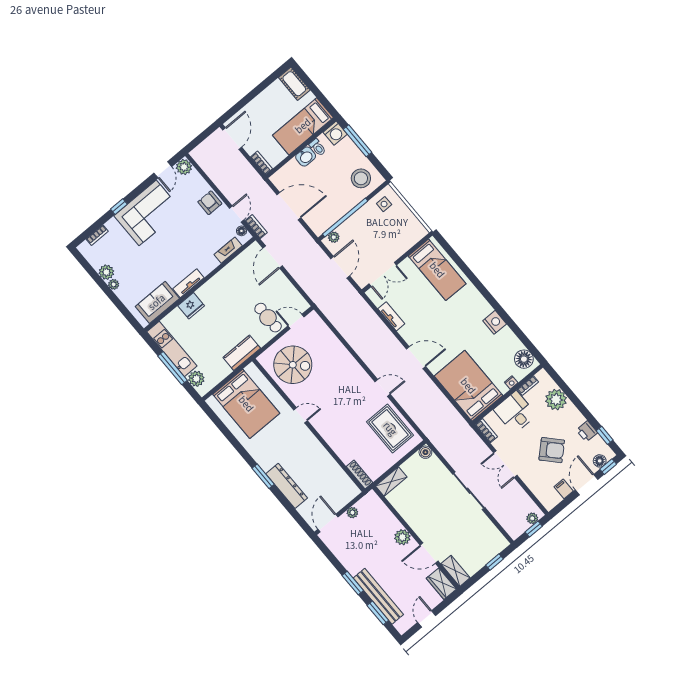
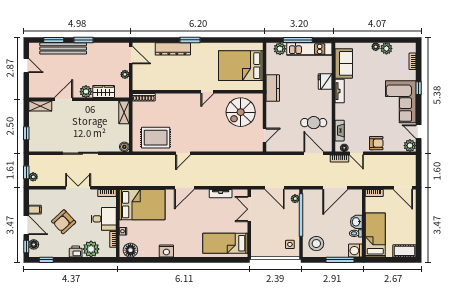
cafe table: (268, 318) -> (314, 123), moved
printer: (587, 431) -> (76, 252), moved
wardrobe: (441, 584) -> (104, 91), moved

